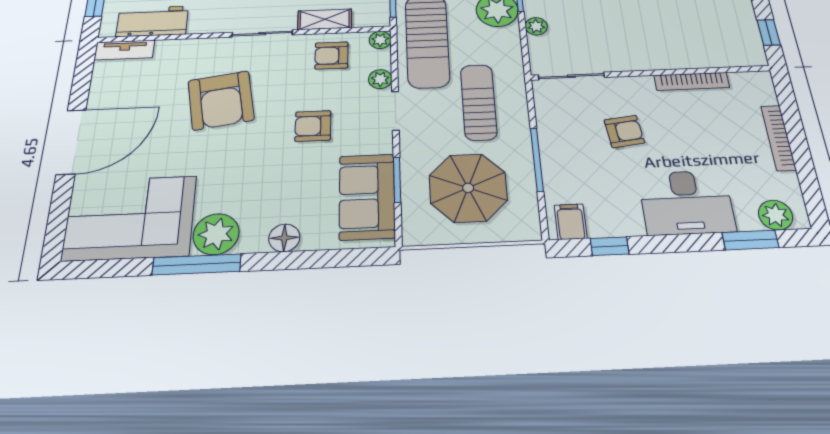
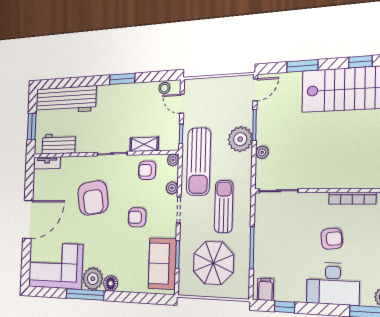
armchair: (624, 131) -> (332, 239), moved
floor lamp: (284, 238) -> (111, 283), moved

